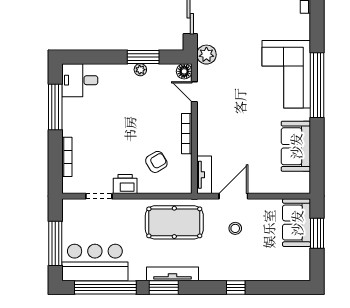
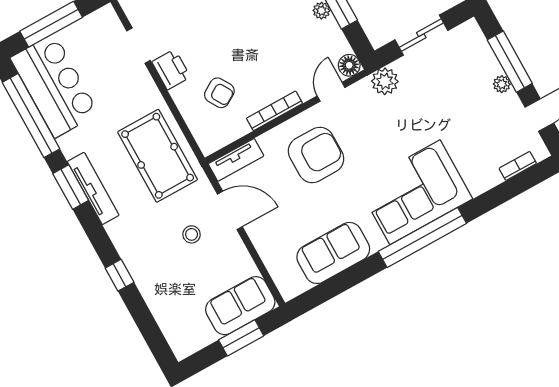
armchair: (229, 123) -> (316, 155), added

